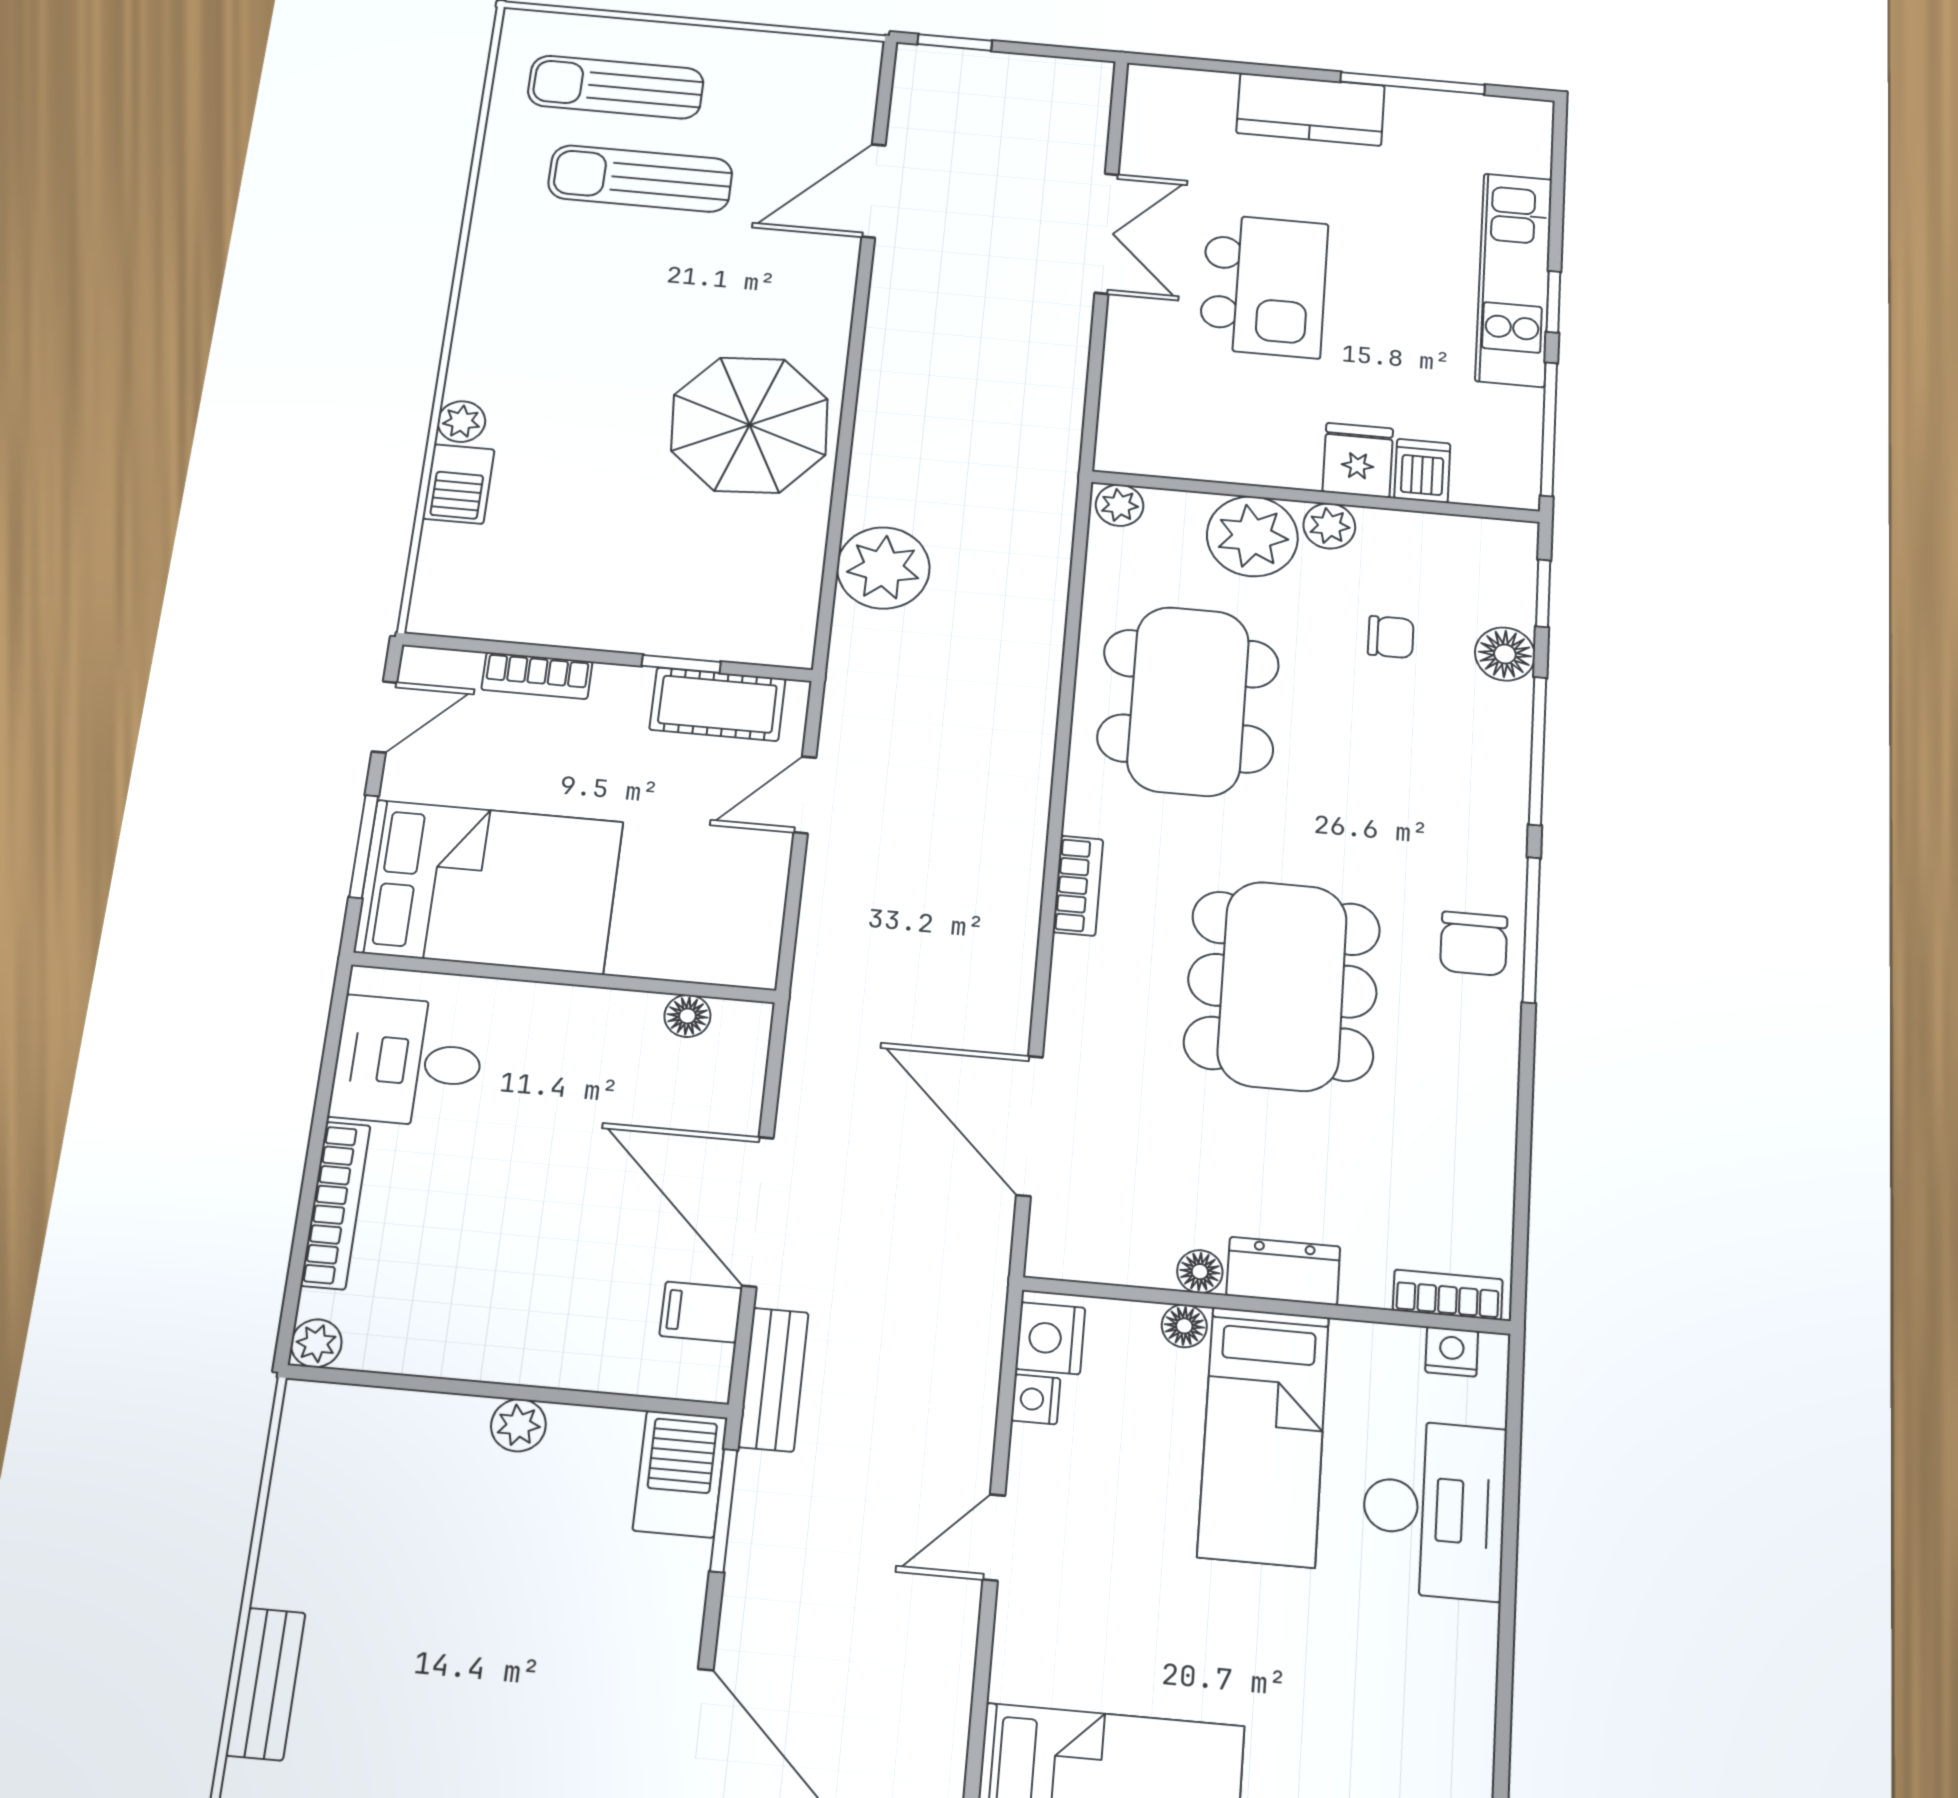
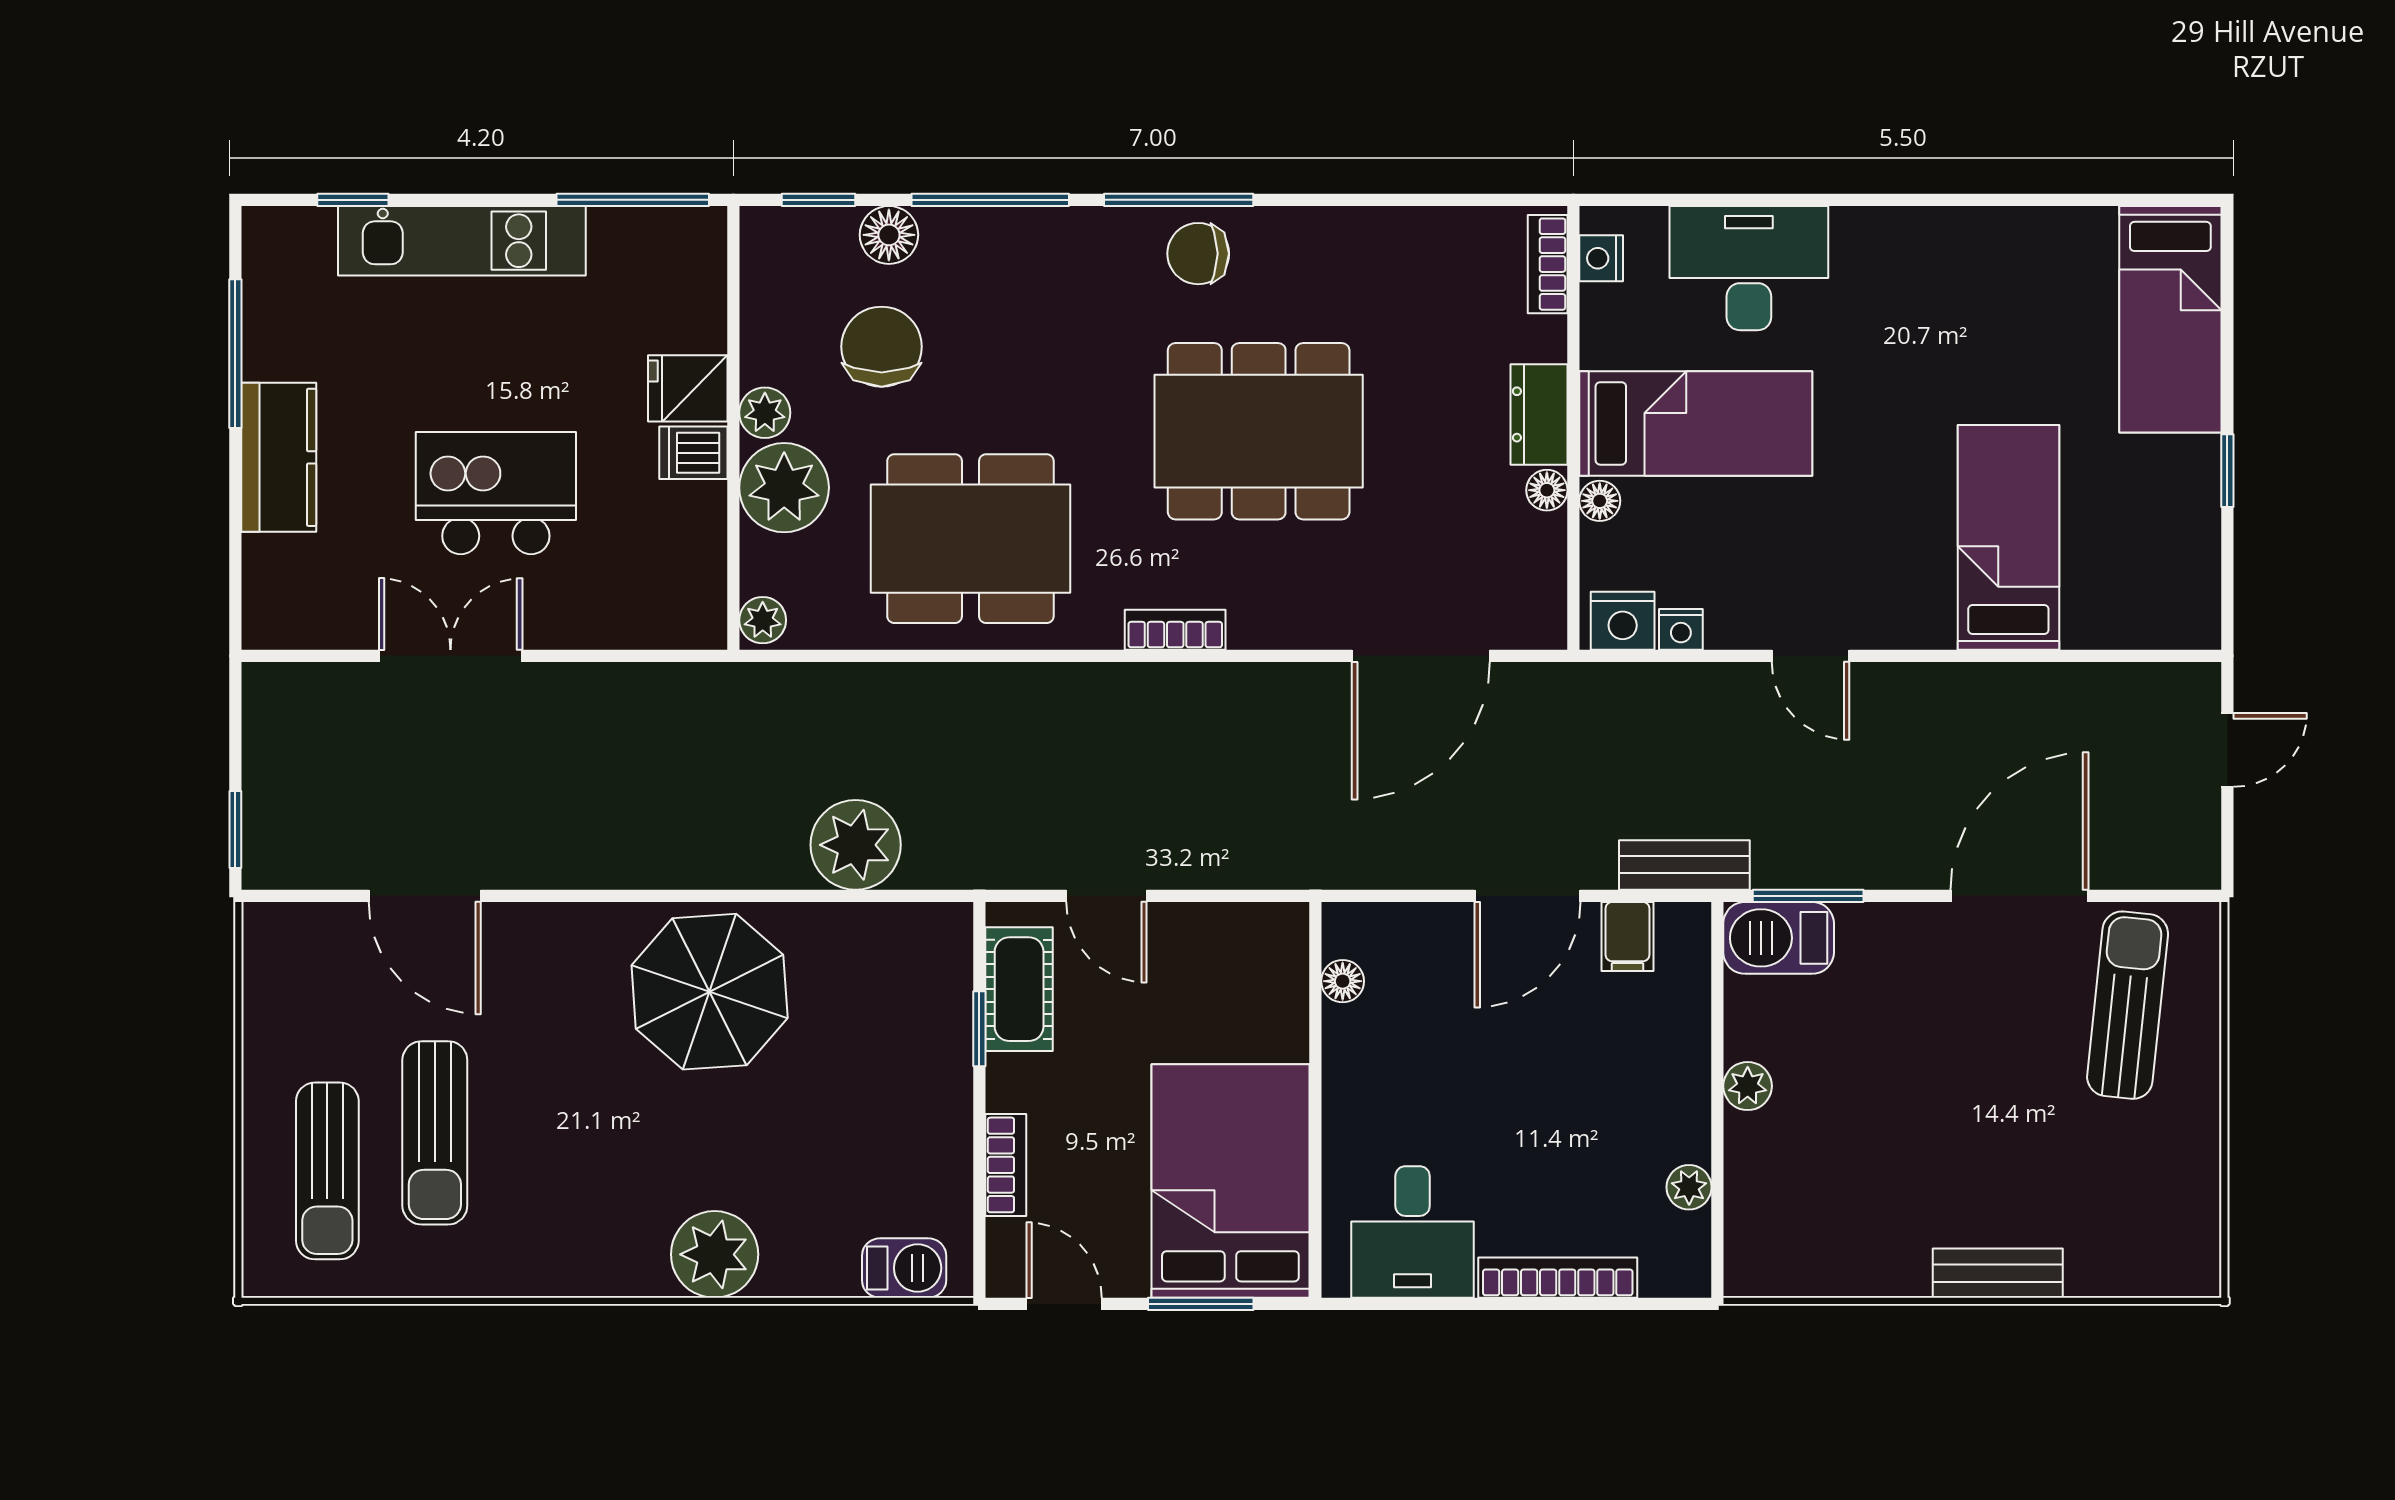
window: (1553, 302) -> (353, 200), moved
plant: (461, 422) -> (715, 1254), width x1.88, depth x1.88
dishwasher: (1422, 471) -> (693, 453), moved
barbecue: (459, 484) -> (904, 1268), moved
chair: (1391, 637) -> (882, 347), width x1.87, depth x1.87
chair: (1474, 944) -> (1198, 254), turned 180
door: (758, 1212) -> (1527, 896), width x0.73
plant: (316, 1343) -> (1689, 1187), moved

